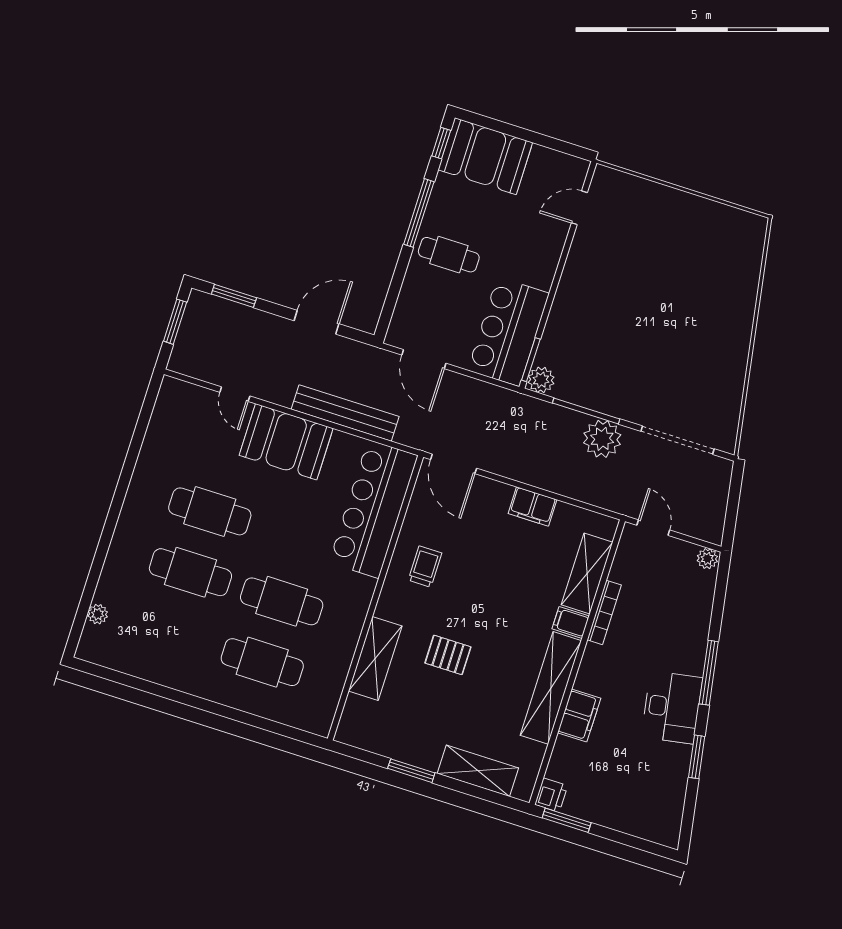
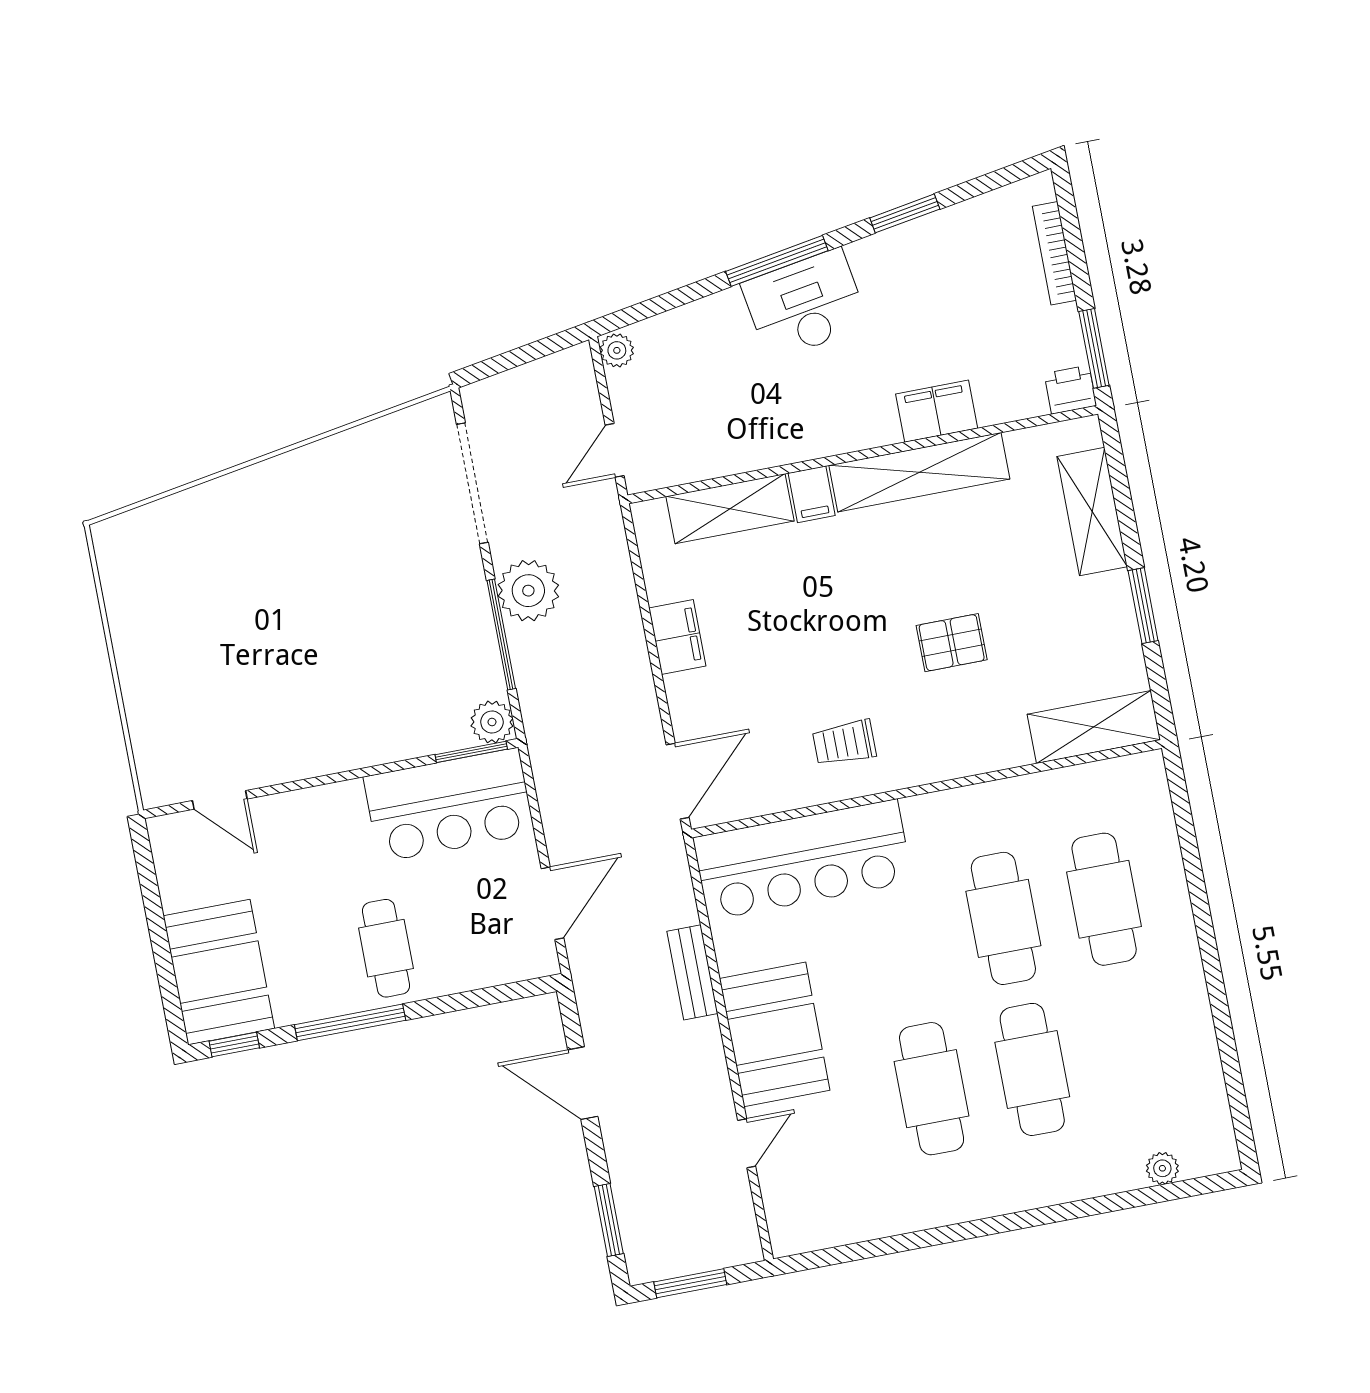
bench: (345, 413) -> (692, 972), width x0.54, depth x0.82
bookcase: (604, 612) -> (1054, 253), moved, turned -90
pallet: (448, 655) -> (952, 643), turned 90
shelving: (375, 659) -> (1094, 727), moved
desk: (672, 707) -> (805, 305), moved

